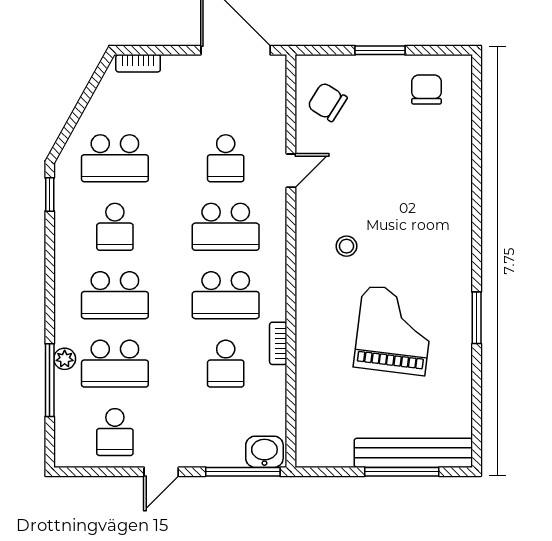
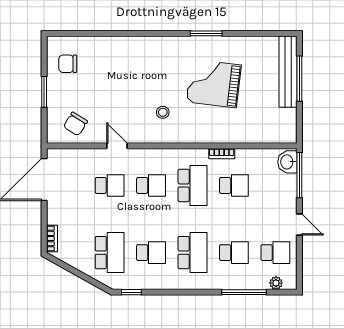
school desk: (226, 227) -> (151, 185), width x0.54
plant: (65, 359) -> (276, 283), moved
school desk: (115, 364) -> (234, 253), width x0.54

